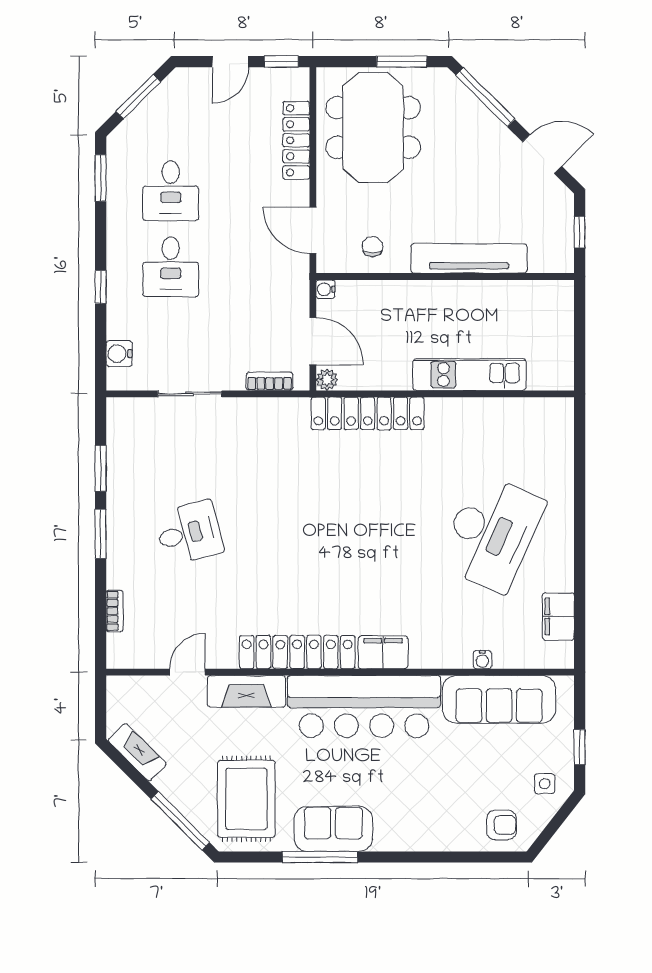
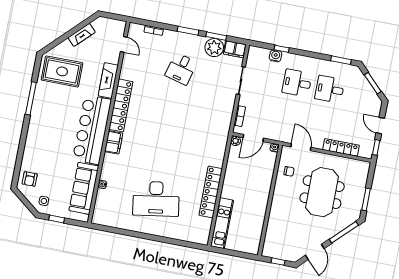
meeting table: (373, 127) -> (322, 192), moved, turned 90
door: (313, 230) -> (301, 147), hinge flipped
tv unit: (469, 258) -> (276, 212), removed
window: (101, 287) -> (282, 49), moved
water cooler: (119, 354) -> (276, 56), moved
kitchen unit: (469, 375) -> (222, 223), moved
locker: (368, 413) -> (211, 192), moved
plant: (127, 468) -> (214, 48), added
desk: (189, 533) -> (181, 69), turned 30
desk: (491, 533) -> (156, 199), turned -33
filing cabinet: (558, 616) -> (235, 49), moved, turned 180
door: (187, 672) -> (124, 44), moved
fireplace: (137, 752) -> (82, 35), moved
window: (180, 821) -> (58, 41), removed
sofa: (333, 829) -> (42, 106), removed

